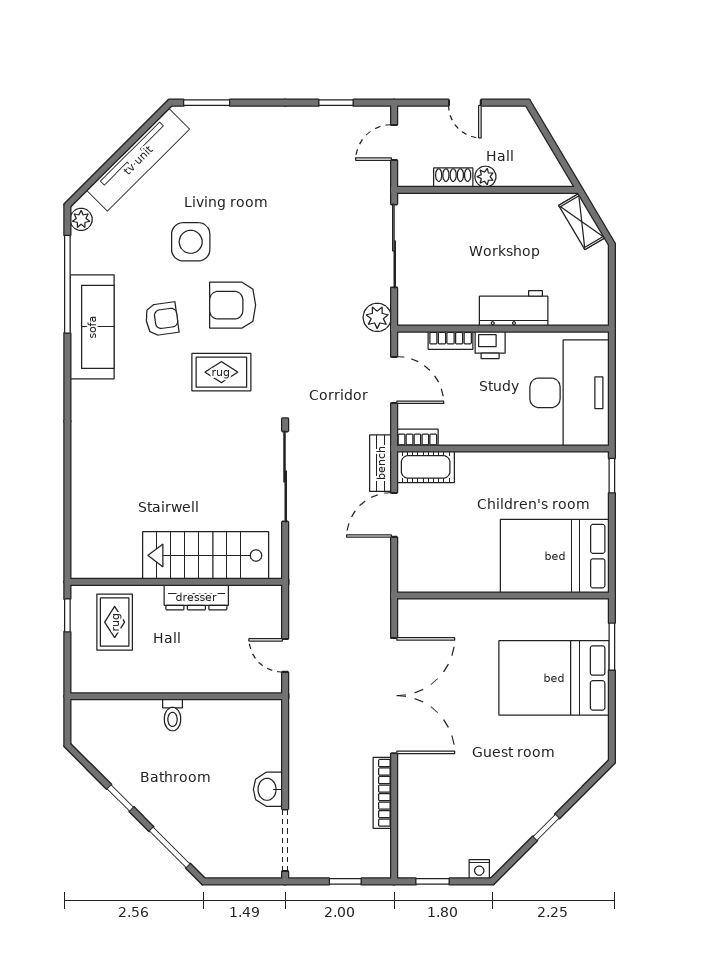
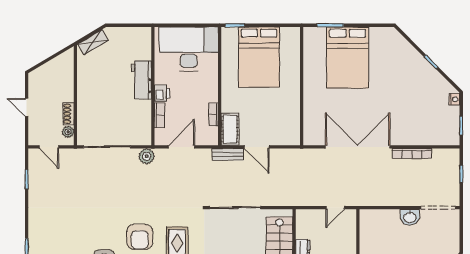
door: (465, 103) -> (27, 107), swing flipped
plant: (485, 177) -> (68, 132), moved
bookcase: (417, 438) -> (214, 115), moved
bed: (555, 556) -> (259, 57), moved

